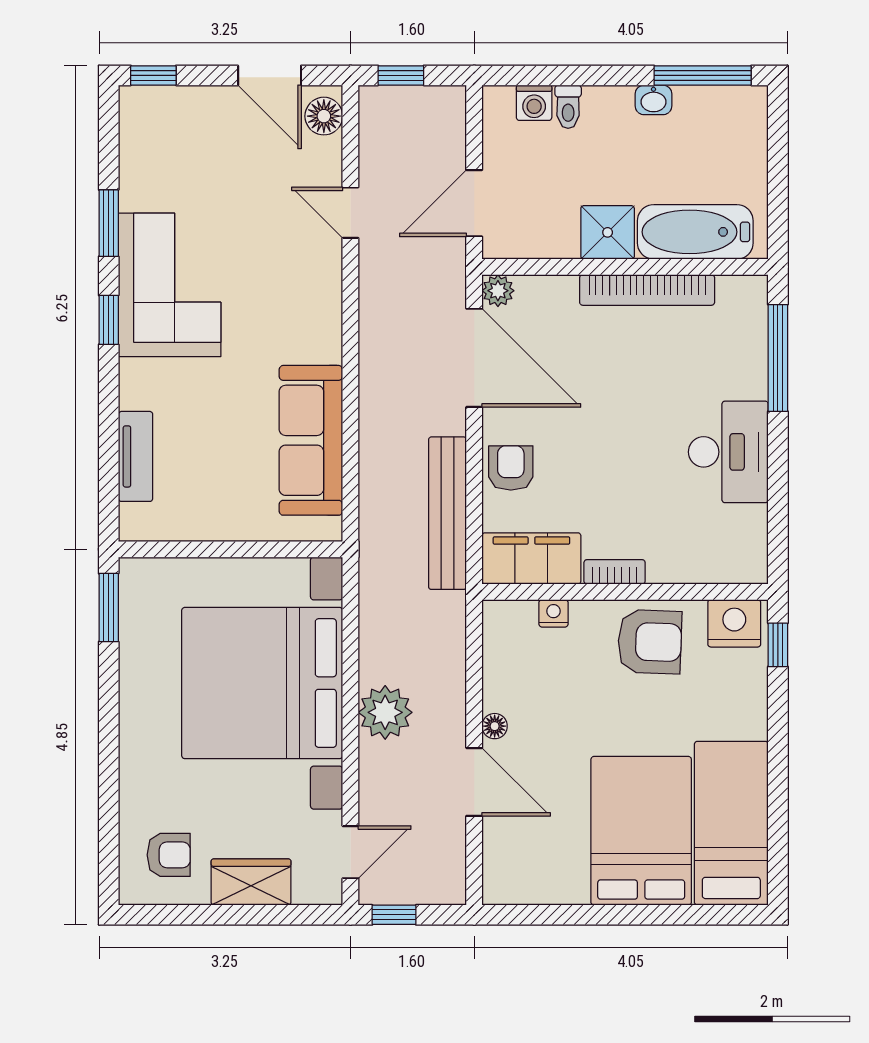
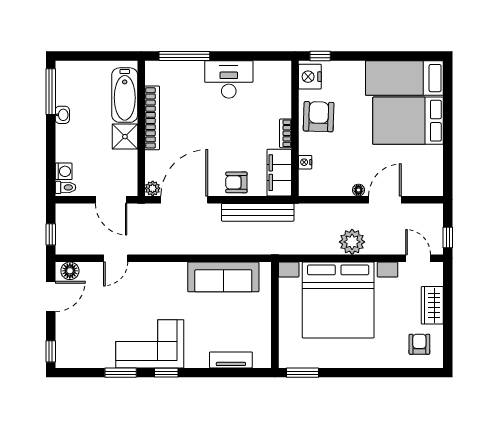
toilet: (568, 107) -> (65, 187), moved

